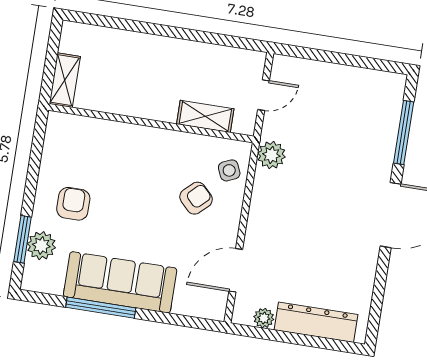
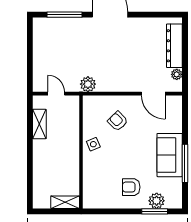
shelving: (205, 116) -> (39, 124), moved
side table: (229, 170) -> (93, 144), moved
sofa: (120, 282) -> (170, 155), width x0.73

